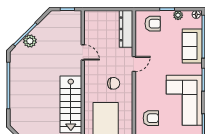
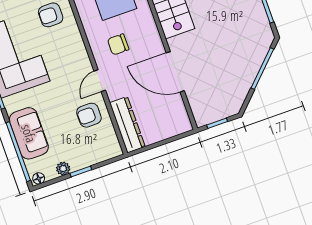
armchair: (153, 24) -> (89, 115), moved
plant: (30, 41) -> (253, 62), removed
door: (83, 52) -> (175, 72), width x1.88

